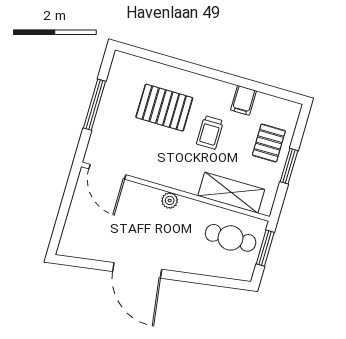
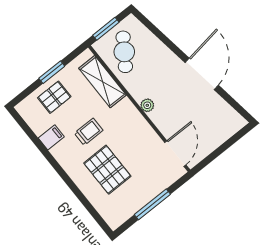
cafe table: (231, 238) -> (124, 52), turned 34

